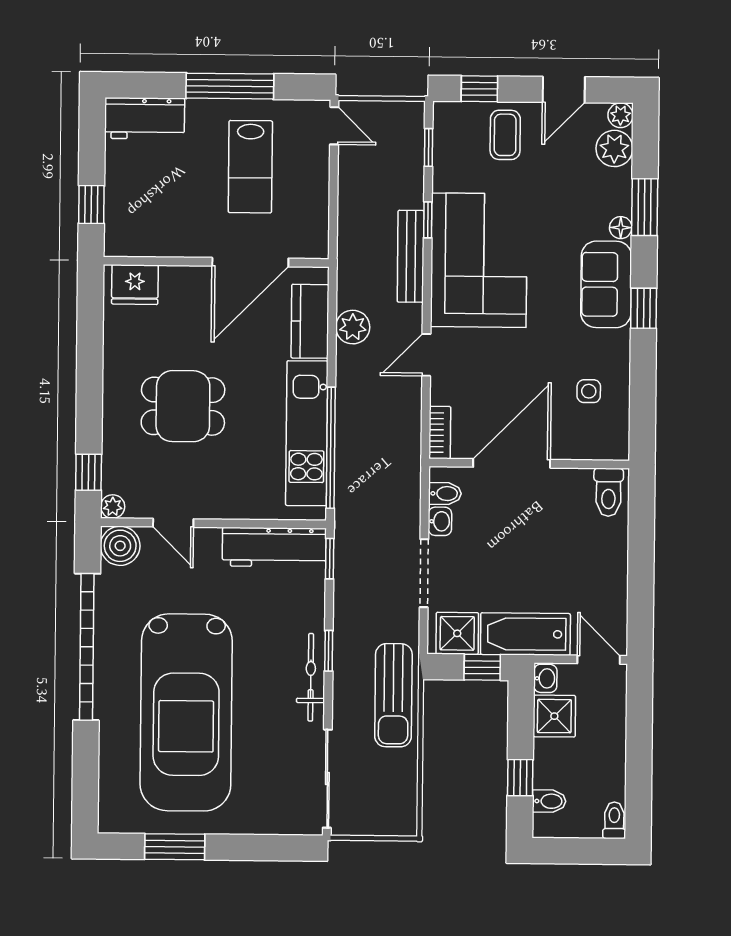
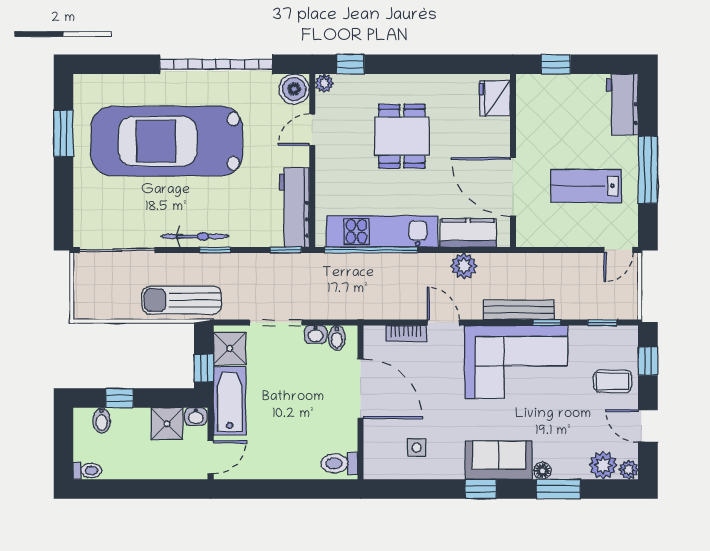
bookcase: (440, 433) -> (406, 334), moved

